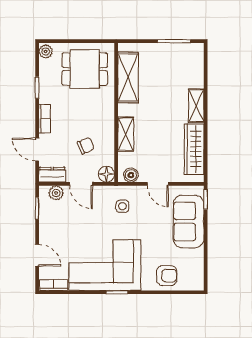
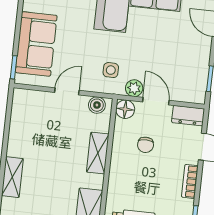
chair: (86, 146) -> (146, 145), turned -68
wardrobe: (194, 149) -> (20, 127), removed
door: (158, 184) -> (67, 91), hinge flipped
plant: (56, 193) -> (134, 88), moved

